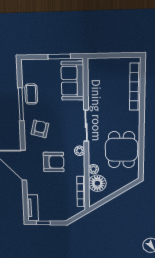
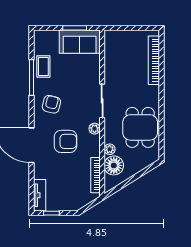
sofa: (73, 81) -> (80, 42), moved, turned -90

